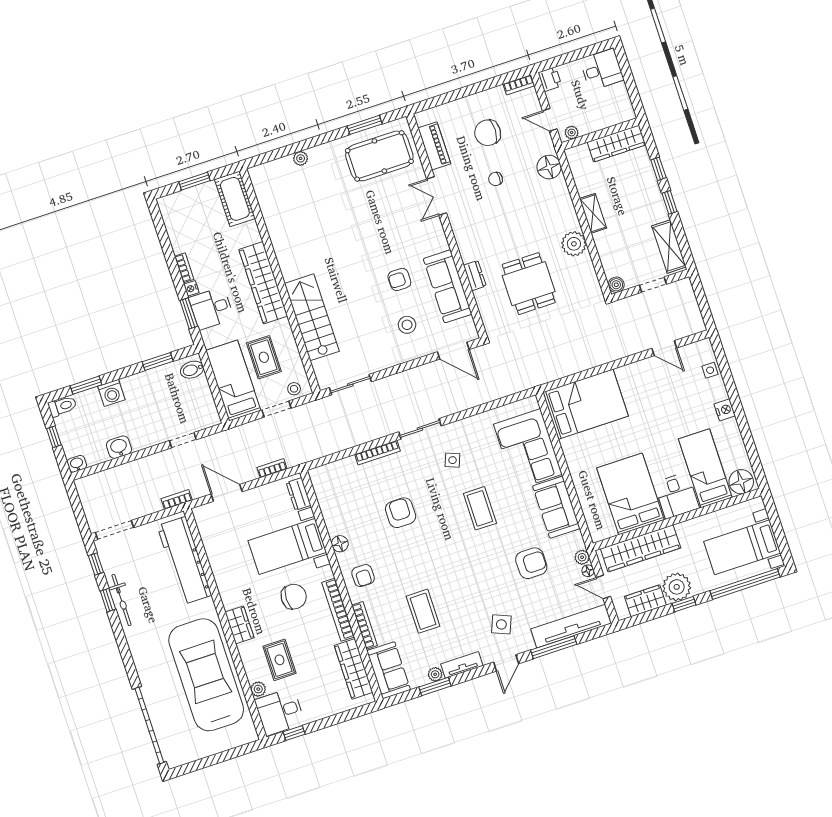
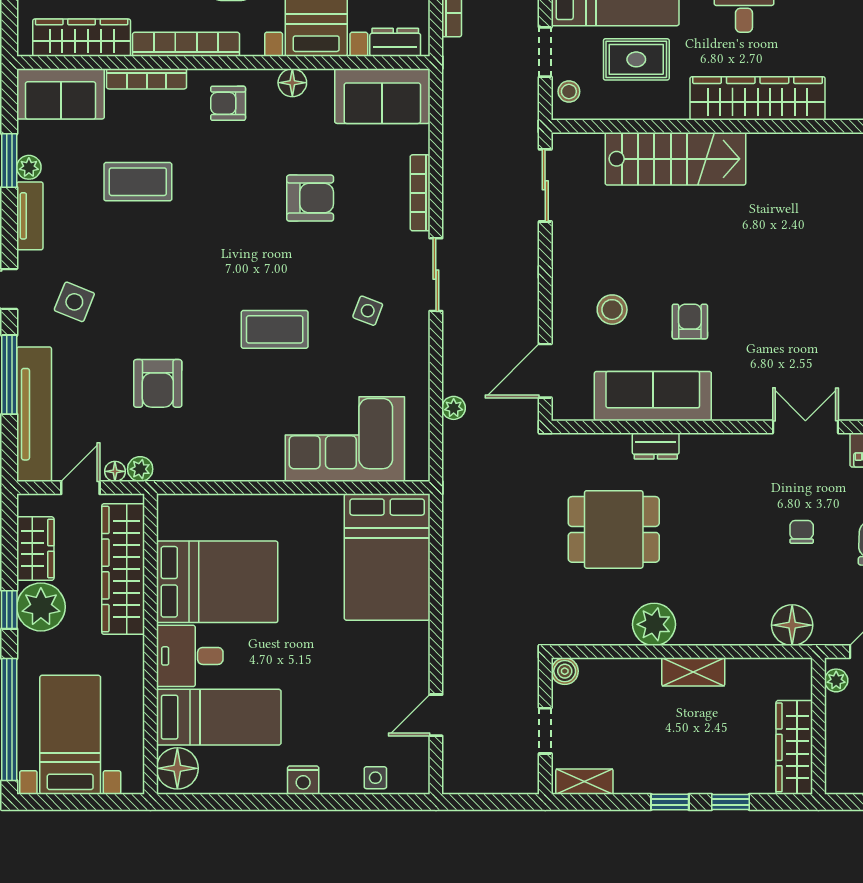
shelving: (669, 246) -> (584, 782), width x0.67, depth x0.75
plant: (491, 395) -> (454, 408), added
sofa: (556, 507) -> (382, 96), moved, turned 180

